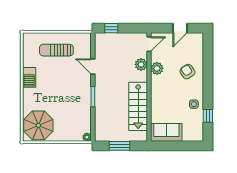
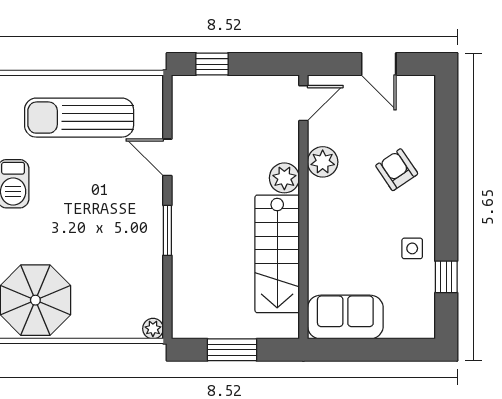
door: (180, 28) -> (379, 64), hinge flipped
sun lounger: (56, 50) -> (79, 118), width x1.36, depth x1.34
plant: (141, 64) -> (284, 178), moved

